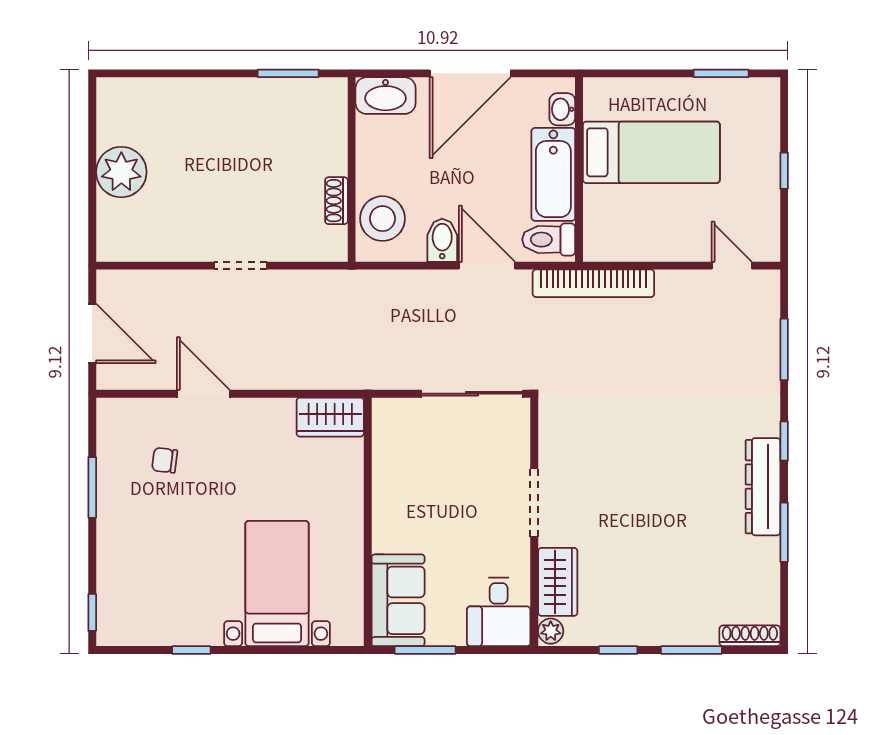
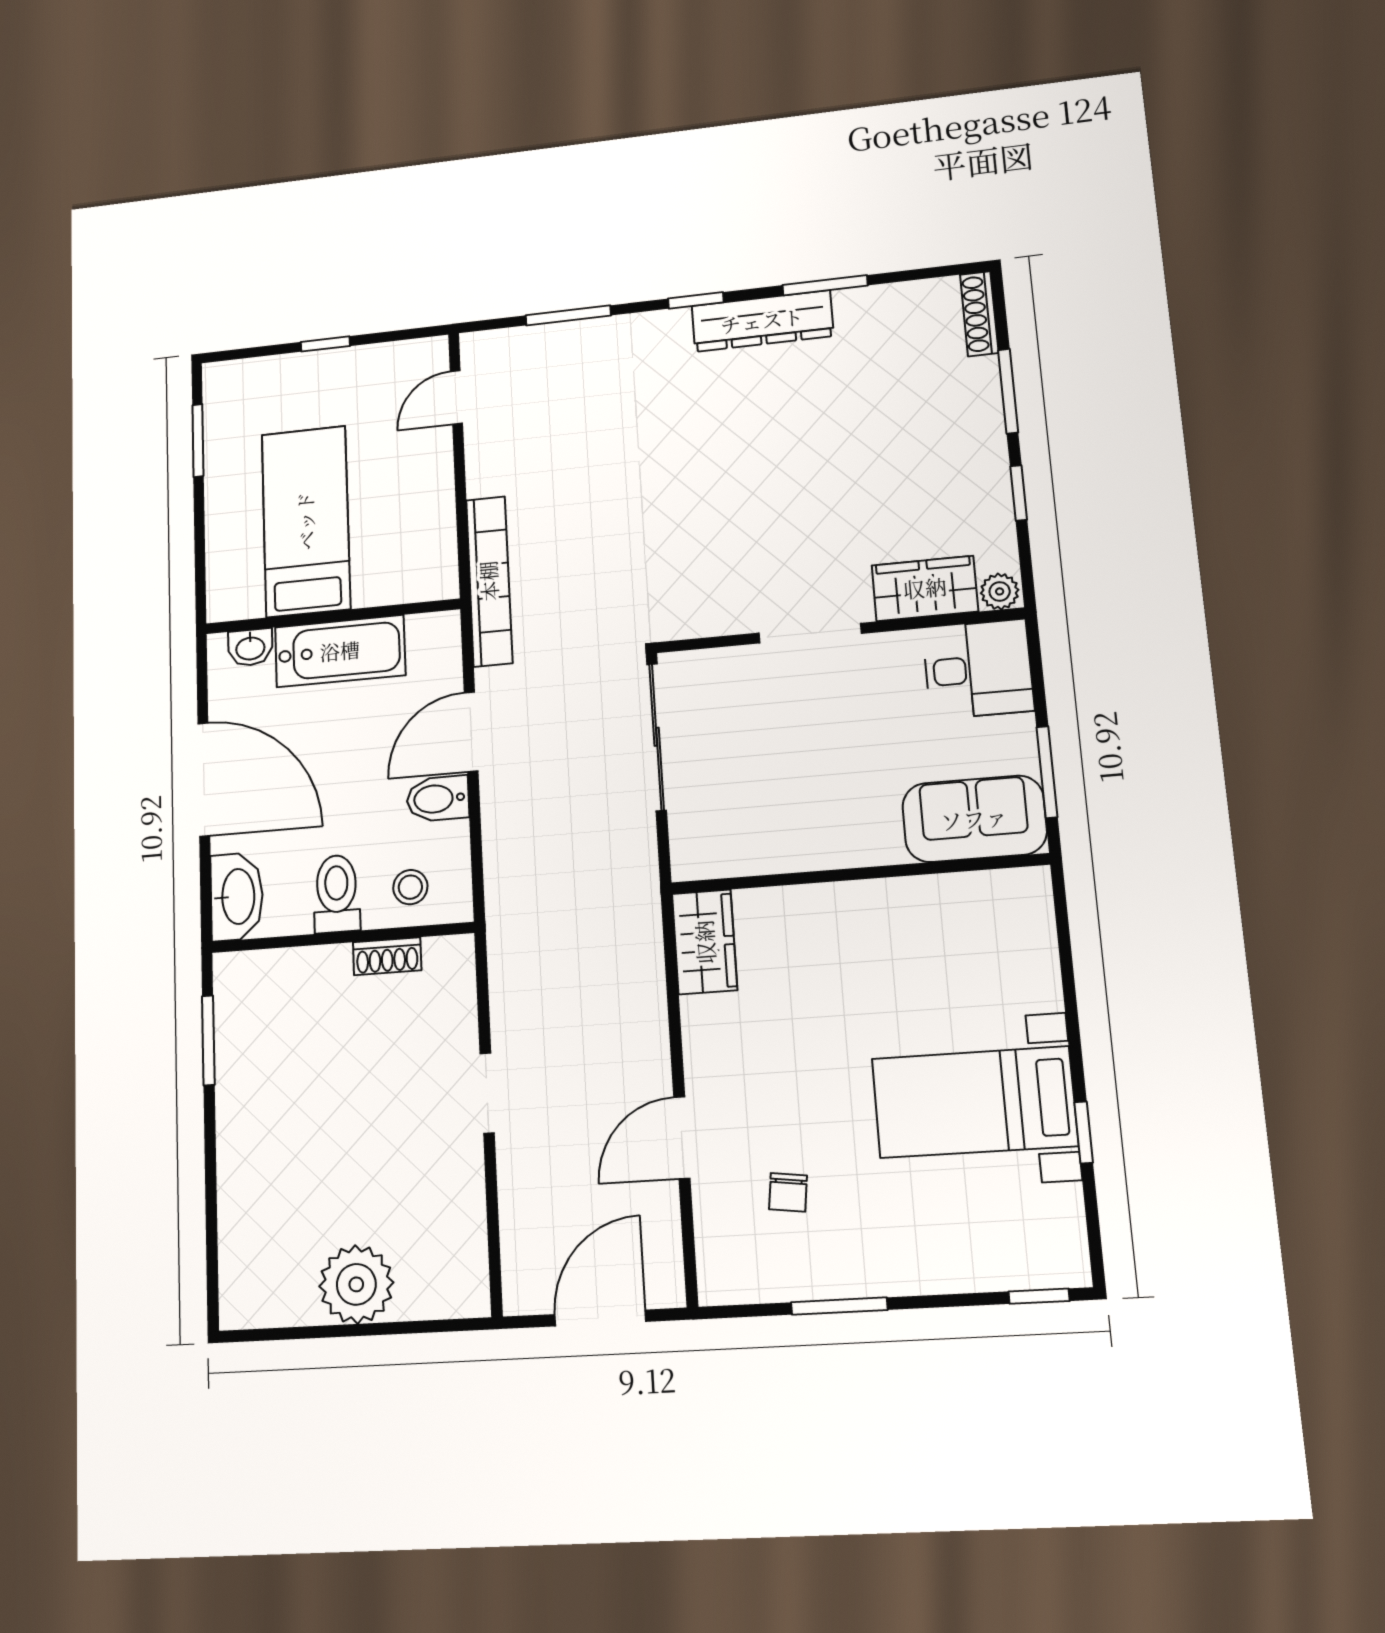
stool: (382, 219) -> (410, 887), width x0.53, depth x0.53
toilet: (549, 240) -> (337, 894), moved, turned 180
bed with nightstands: (277, 584) -> (974, 1102), moved

